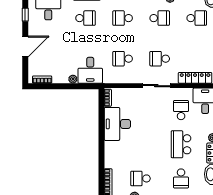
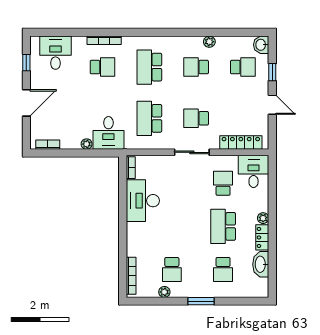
school desk: (123, 18) -> (149, 67), width x1.85
school desk: (160, 18) -> (196, 67), turned 180
school desk: (123, 59) -> (149, 118), width x1.85
school desk: (140, 178) -> (172, 270), turned -90

